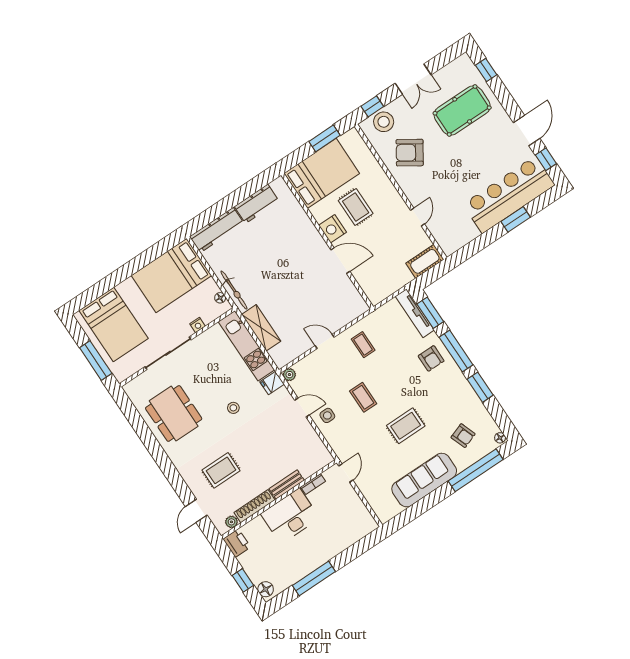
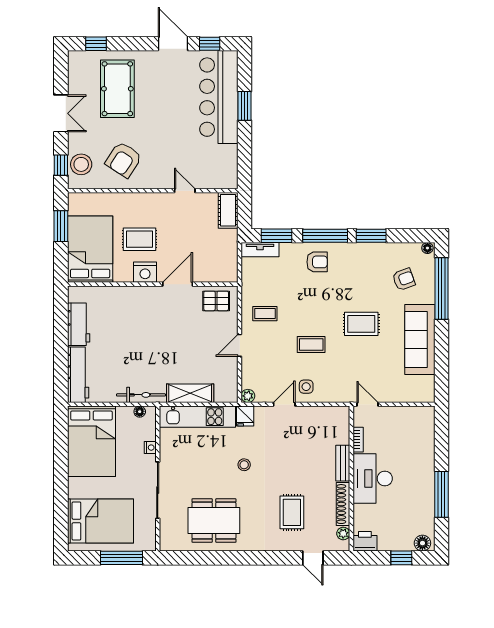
pallet: (347, 300) -> (216, 301), added
tv unit: (415, 313) -> (260, 250), width x0.71
rug: (406, 426) -> (361, 324), turned 90

